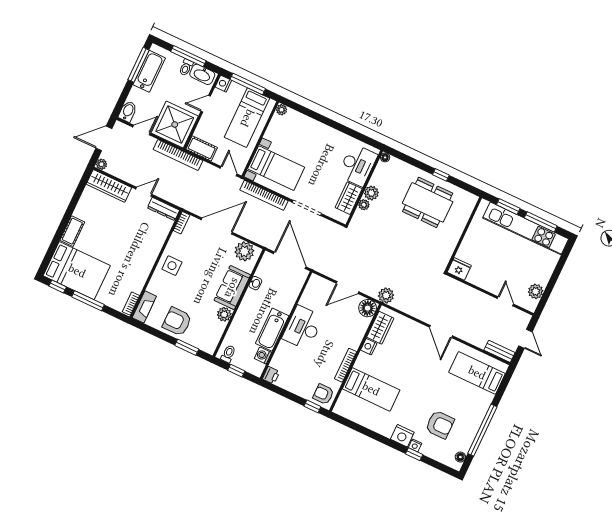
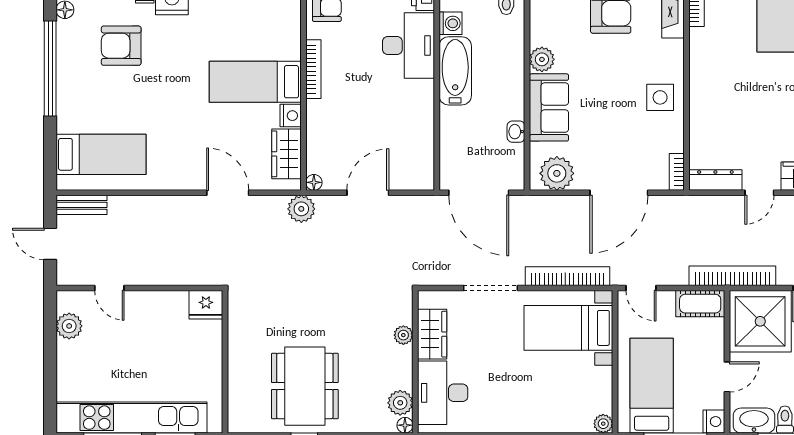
plant: (371, 193) -> (400, 403), moved
dining table: (428, 202) -> (305, 386), turned 90
floor lamp: (368, 308) -> (314, 182), width x0.53, depth x0.53
desk: (303, 328) -> (408, 46), moved
door: (441, 331) -> (228, 193), moved
bed: (371, 389) -> (255, 82), moved

